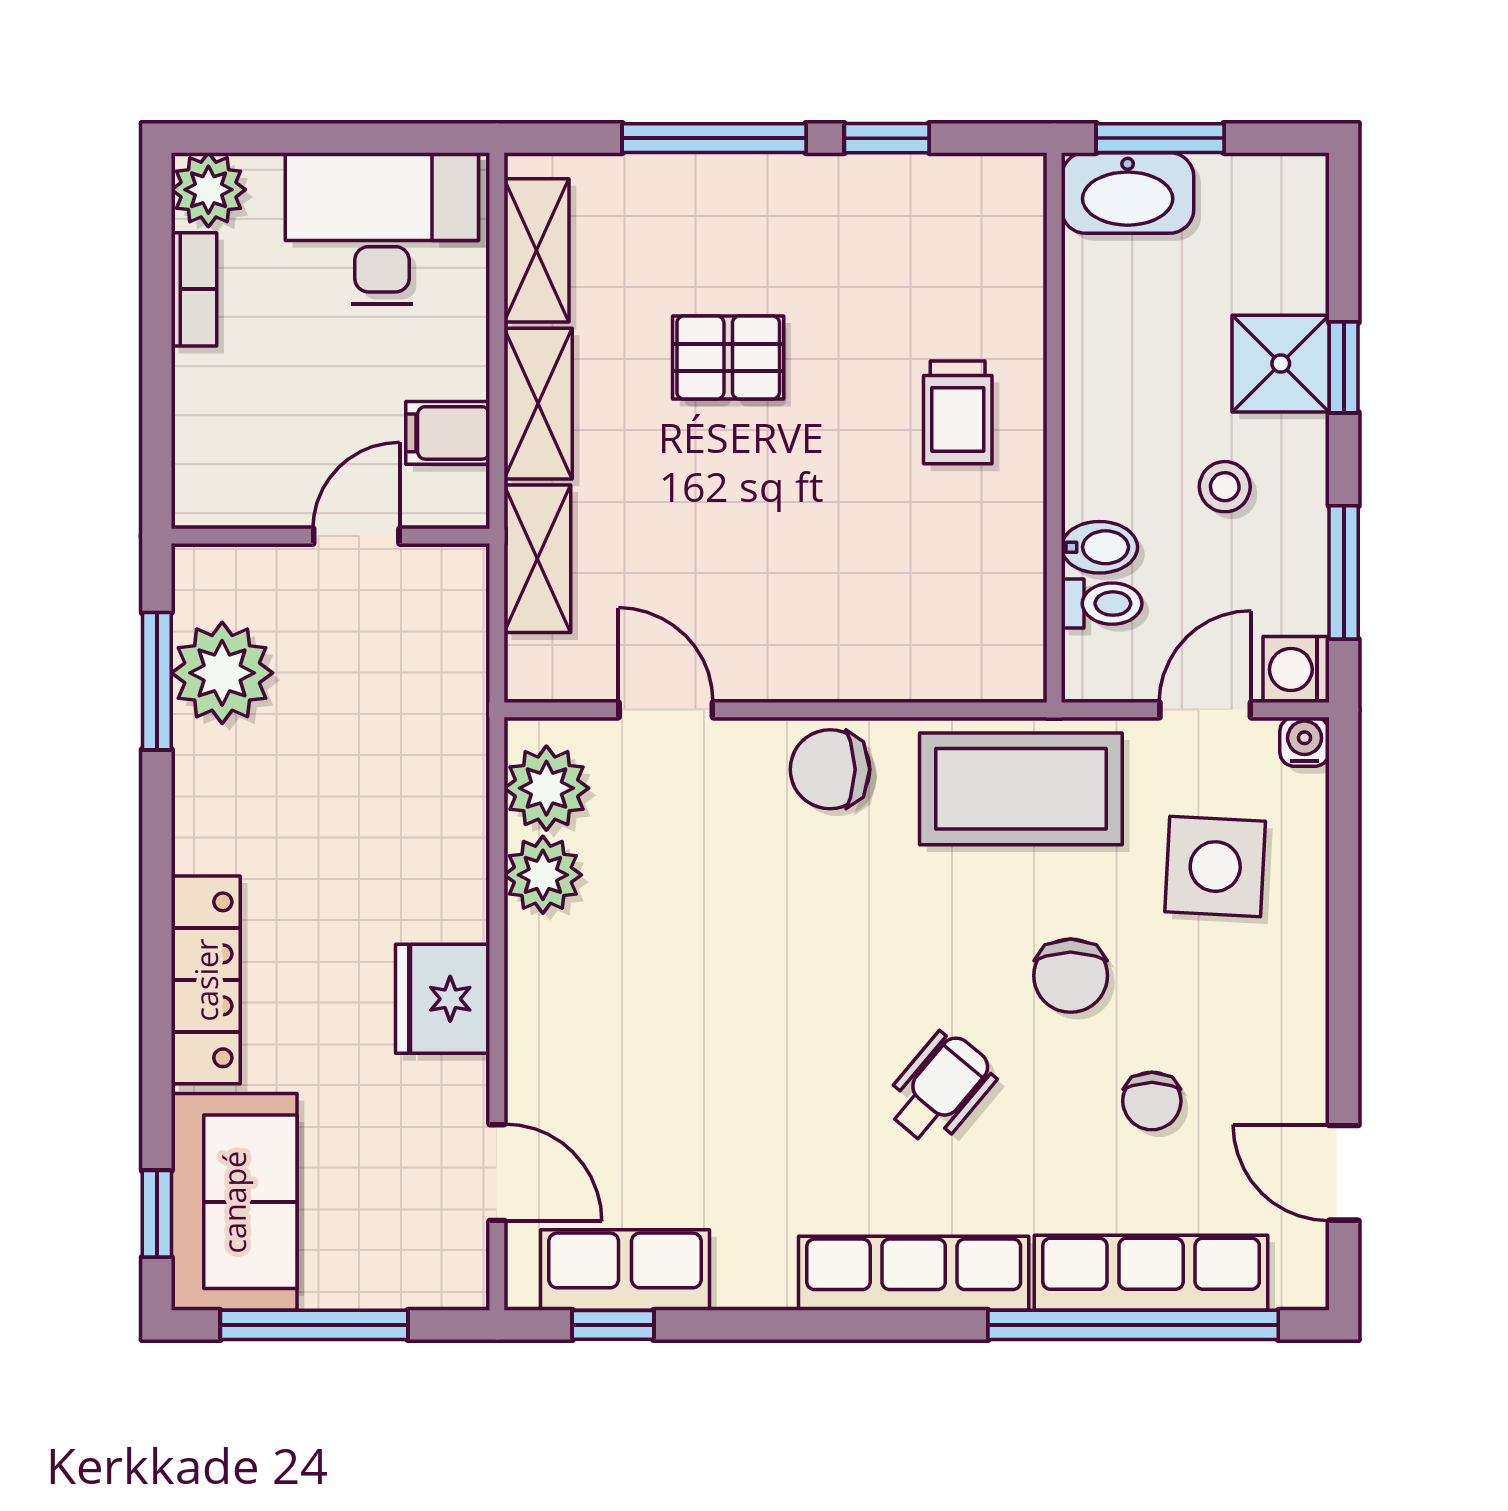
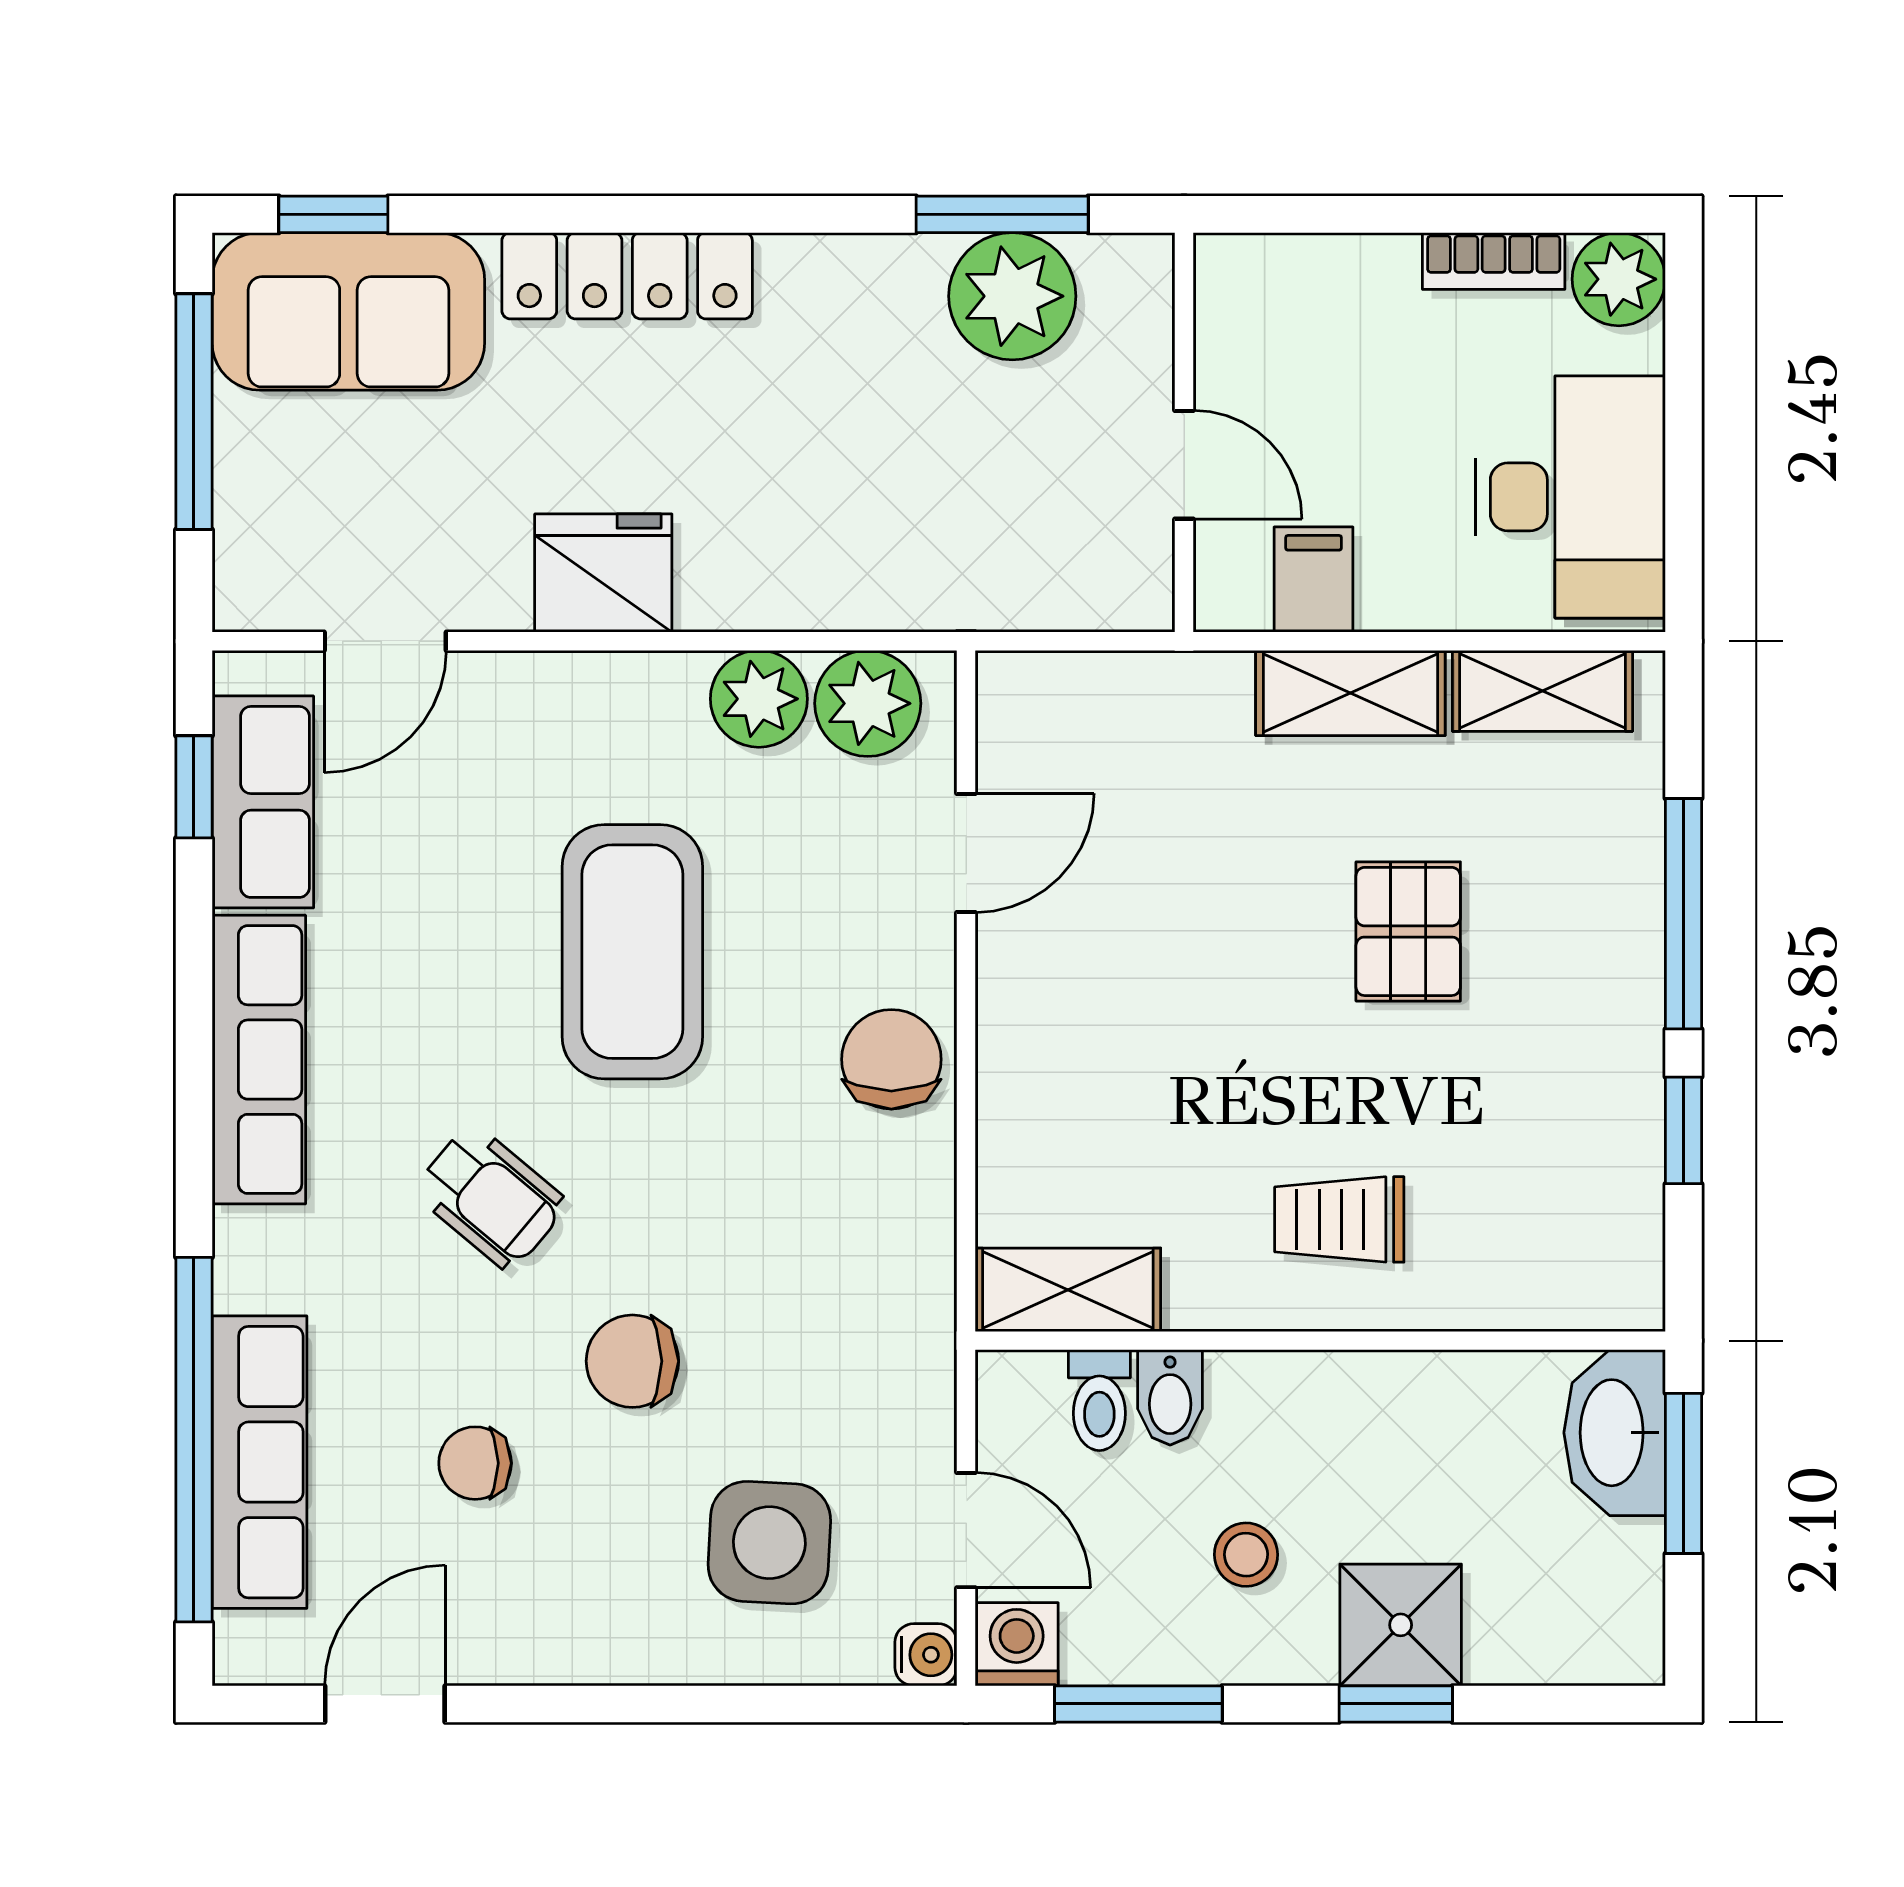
shelving: (537, 559) -> (1068, 1290), moved
coffee table: (1021, 789) -> (632, 952), moved
row of seats: (914, 1273) -> (259, 1060), moved

